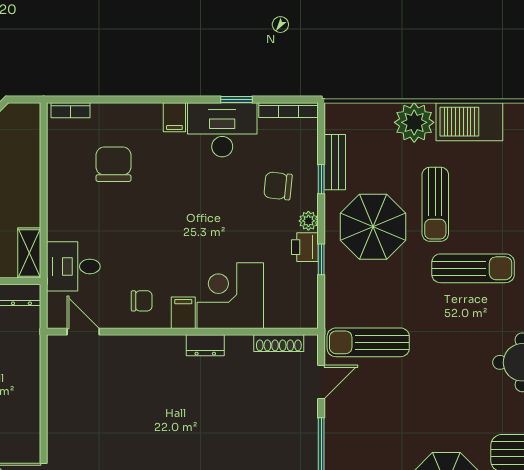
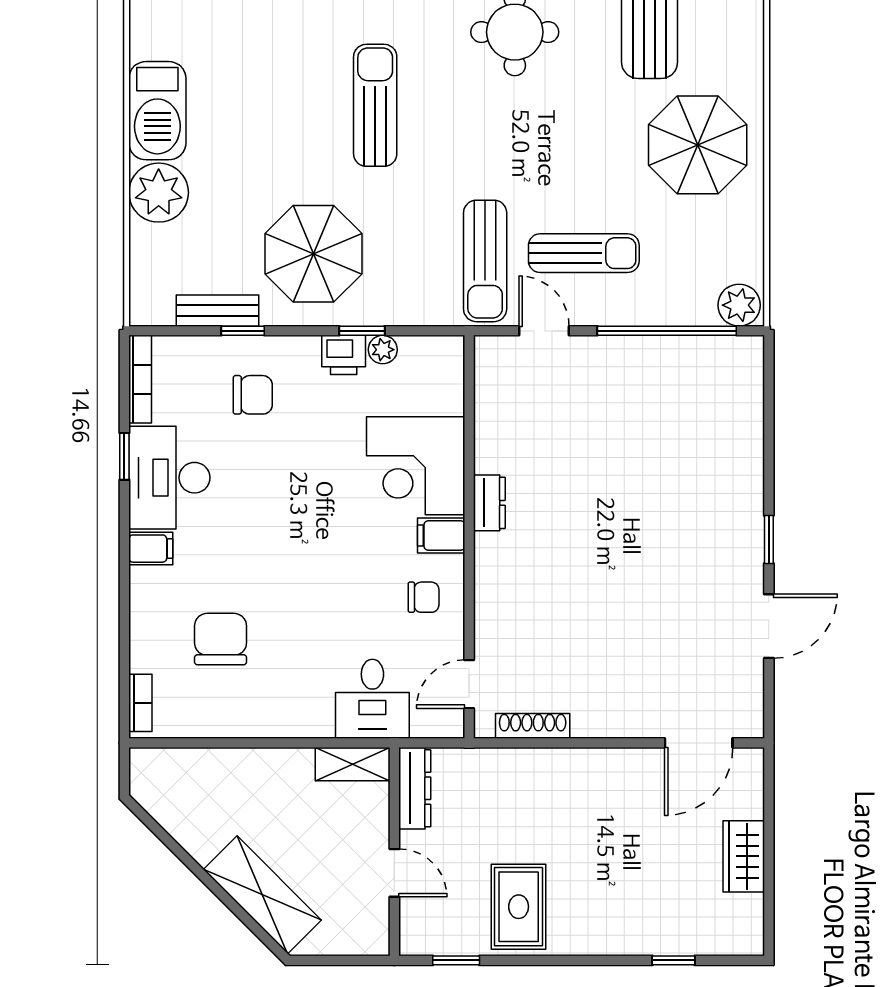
chair: (114, 164) -> (221, 639), turned 90
chair: (278, 186) -> (253, 395), turned -96
sun lounger: (435, 204) -> (584, 253), moved
plant: (308, 221) -> (383, 350), moved
chair: (142, 301) -> (424, 597), turned 90
shoe rack: (279, 343) -> (533, 726), moved, turned -90

